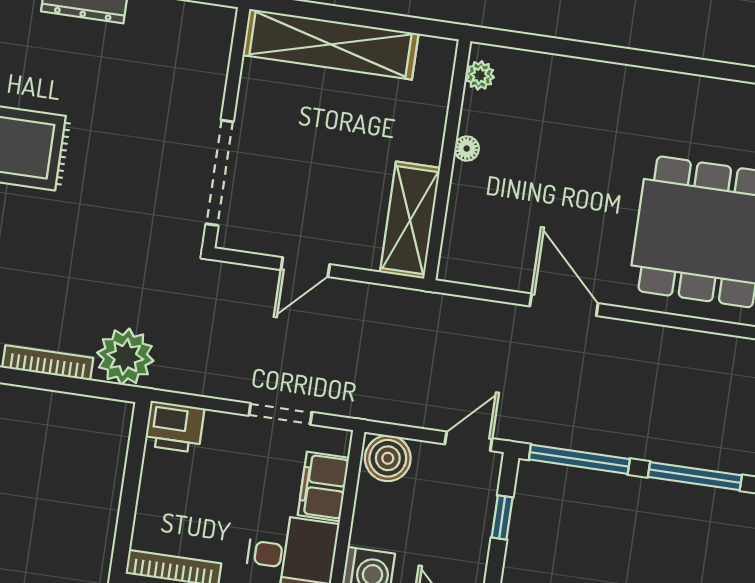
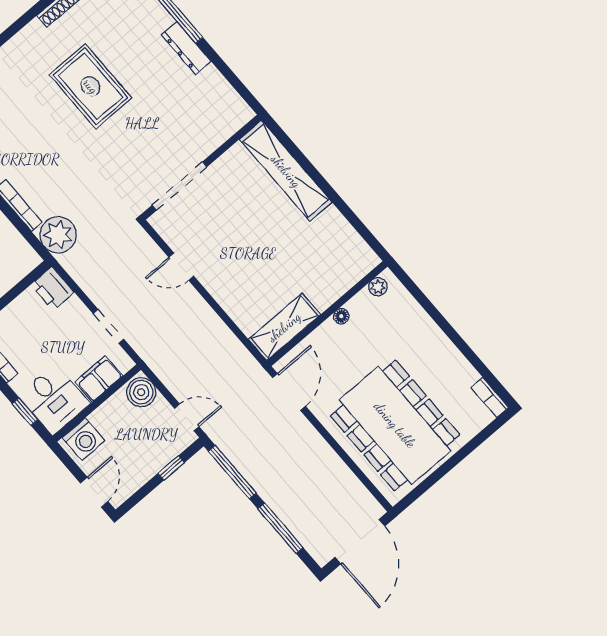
plant: (480, 75) -> (378, 287), moved
floor lamp: (467, 149) -> (341, 316), moved
wall: (447, 160) -> (327, 314), moved
shelving: (410, 220) -> (284, 327), moved

